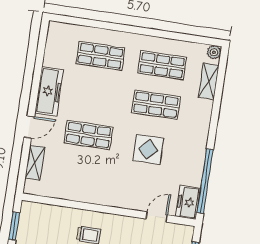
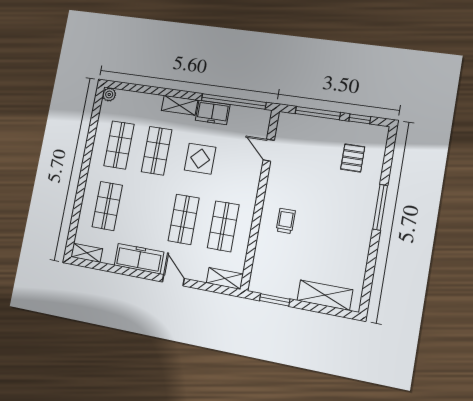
shelving: (53, 37) -> (87, 253), added
shelving: (209, 81) -> (180, 105), moved
shelving: (35, 163) -> (225, 278), moved
shop shelf: (82, 174) -> (223, 226), added
freezer: (188, 202) -> (213, 112), moved

